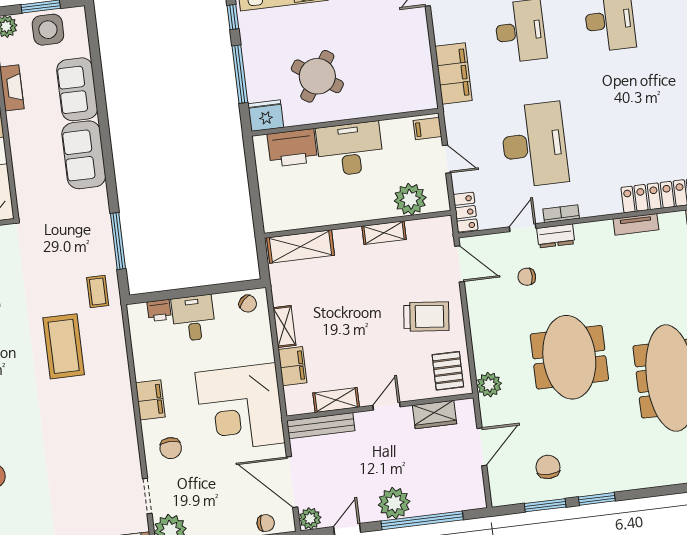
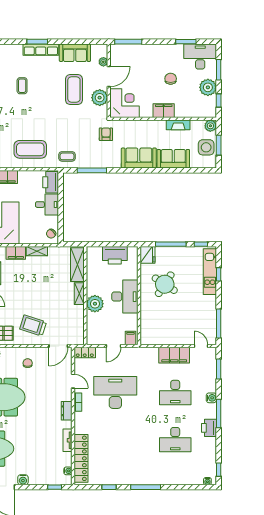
filing cabinet: (454, 73) -> (174, 355), moved
desk: (534, 145) -> (115, 392), turned 180
printer: (292, 148) -> (115, 255), moved, turned -90
plant: (410, 199) -> (95, 304), moved
armchair: (46, 223) -> (106, 134), added
shelving: (384, 233) -> (79, 294), moved
dresser: (556, 236) -> (67, 411), moved
chair: (527, 277) -> (28, 363), moved
printer: (159, 310) -> (51, 182), width x1.87, depth x1.48
trolley: (426, 317) -> (33, 326), turned 102
coffee table: (64, 346) -> (30, 149), moved

